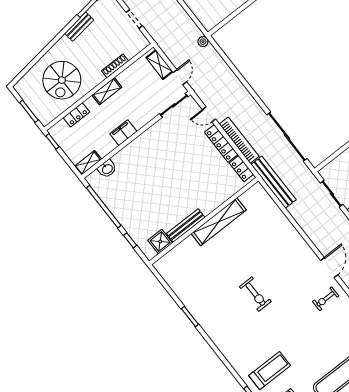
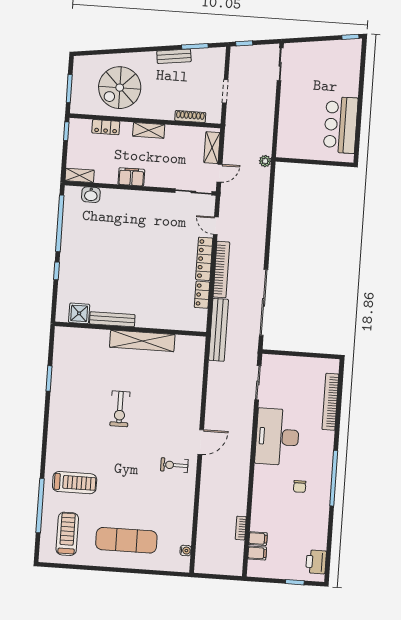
shoe rack: (115, 66) -> (190, 117), moved
wall: (204, 221) -> (131, 329), moved
shelving: (219, 222) -> (142, 341), moved
bench: (186, 225) -> (112, 319), moved
shower: (160, 242) -> (79, 313), moved

